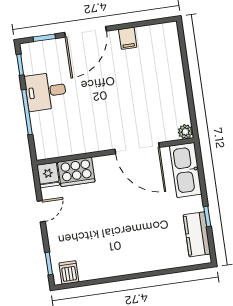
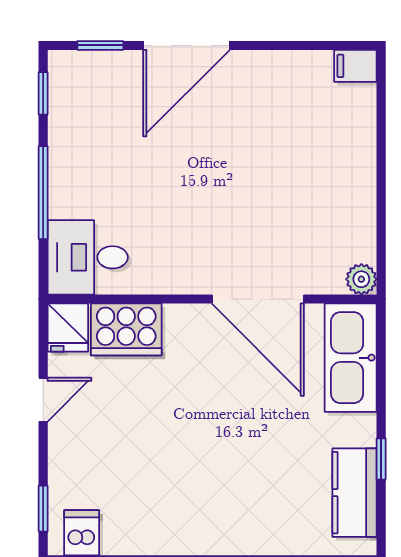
filing cabinet: (128, 38) -> (355, 66), moved, turned 90
desk: (46, 91) -> (88, 257), moved

